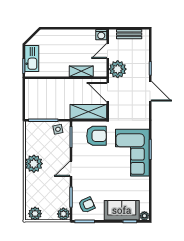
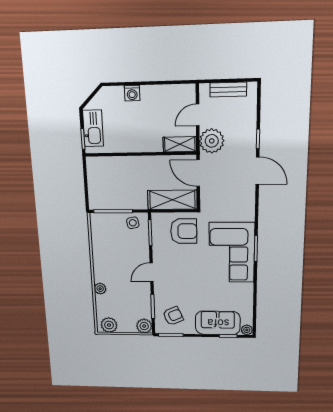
washing machine: (101, 35) -> (132, 93), moved
shelving: (81, 71) -> (180, 144), moved
plant: (34, 164) -> (100, 289), moved, width x0.53, depth x0.53

